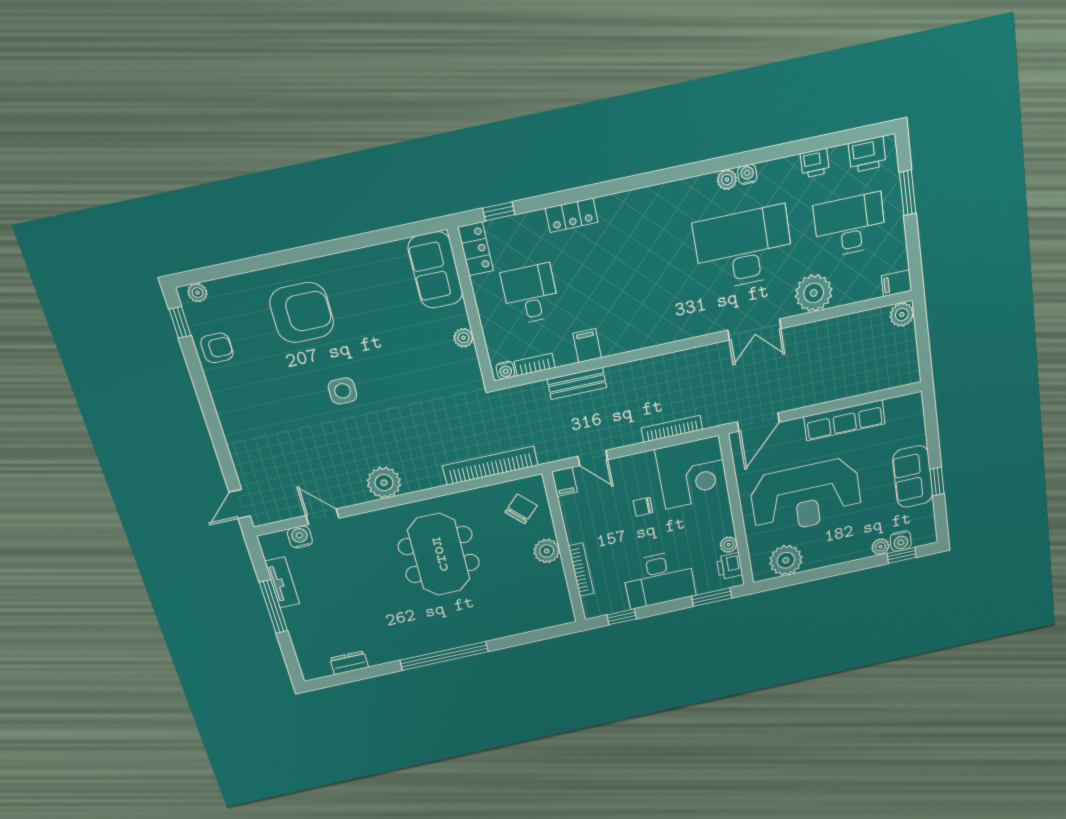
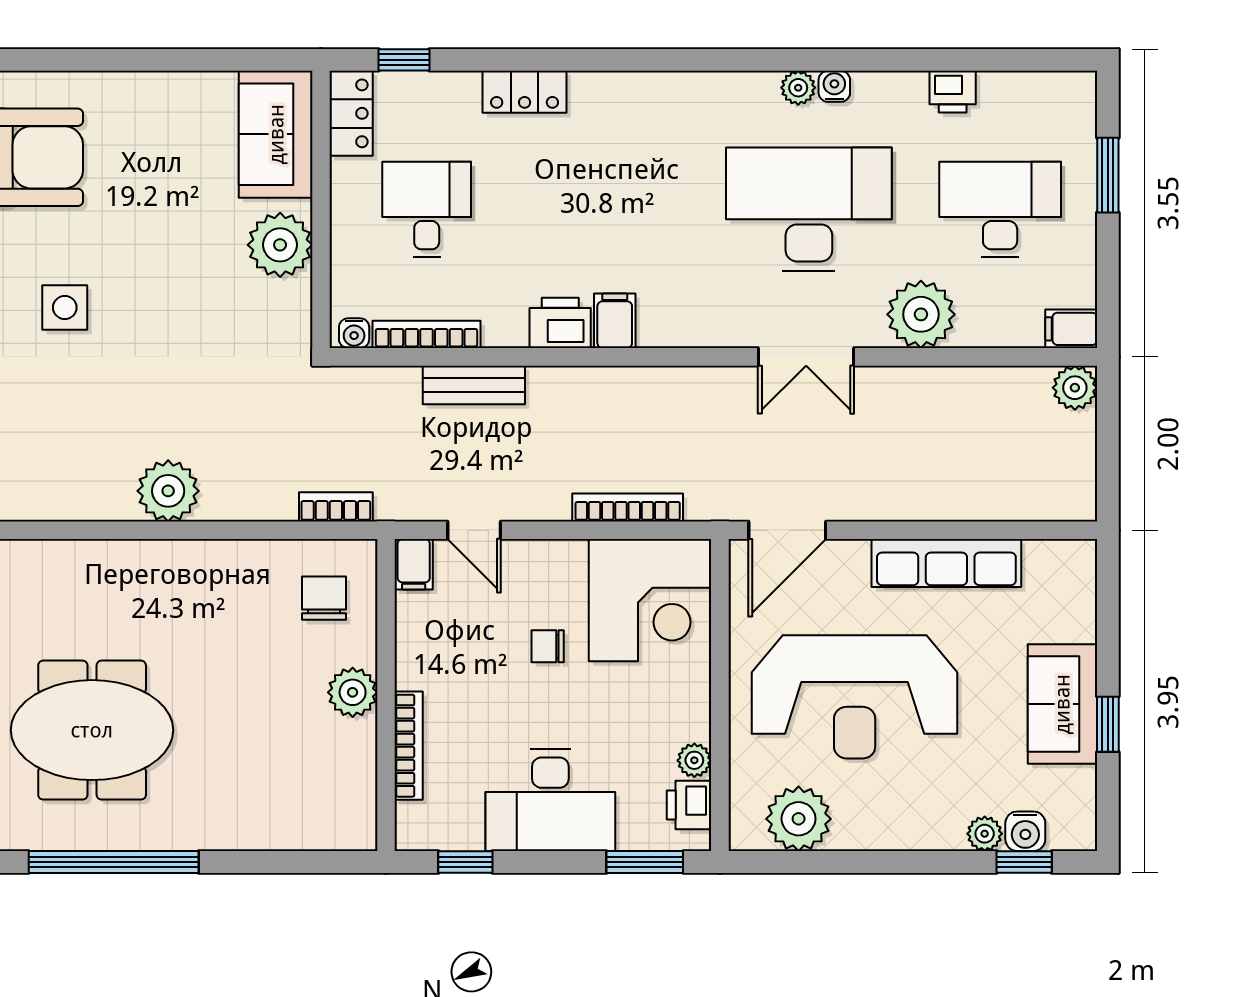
printer: (867, 154) -> (560, 323), moved, turned 180
plant: (463, 338) -> (280, 245), width x1.88, depth x1.88
filing cabinet: (587, 346) -> (615, 321), moved
bookcase: (535, 365) -> (426, 334), width x1.56
bookcase: (490, 466) -> (336, 507), width x0.43, depth x0.76
plant: (384, 483) -> (168, 491), moved
chair: (521, 509) -> (324, 598), turned -45
meeting table: (439, 555) -> (92, 730), moved, turned 90

